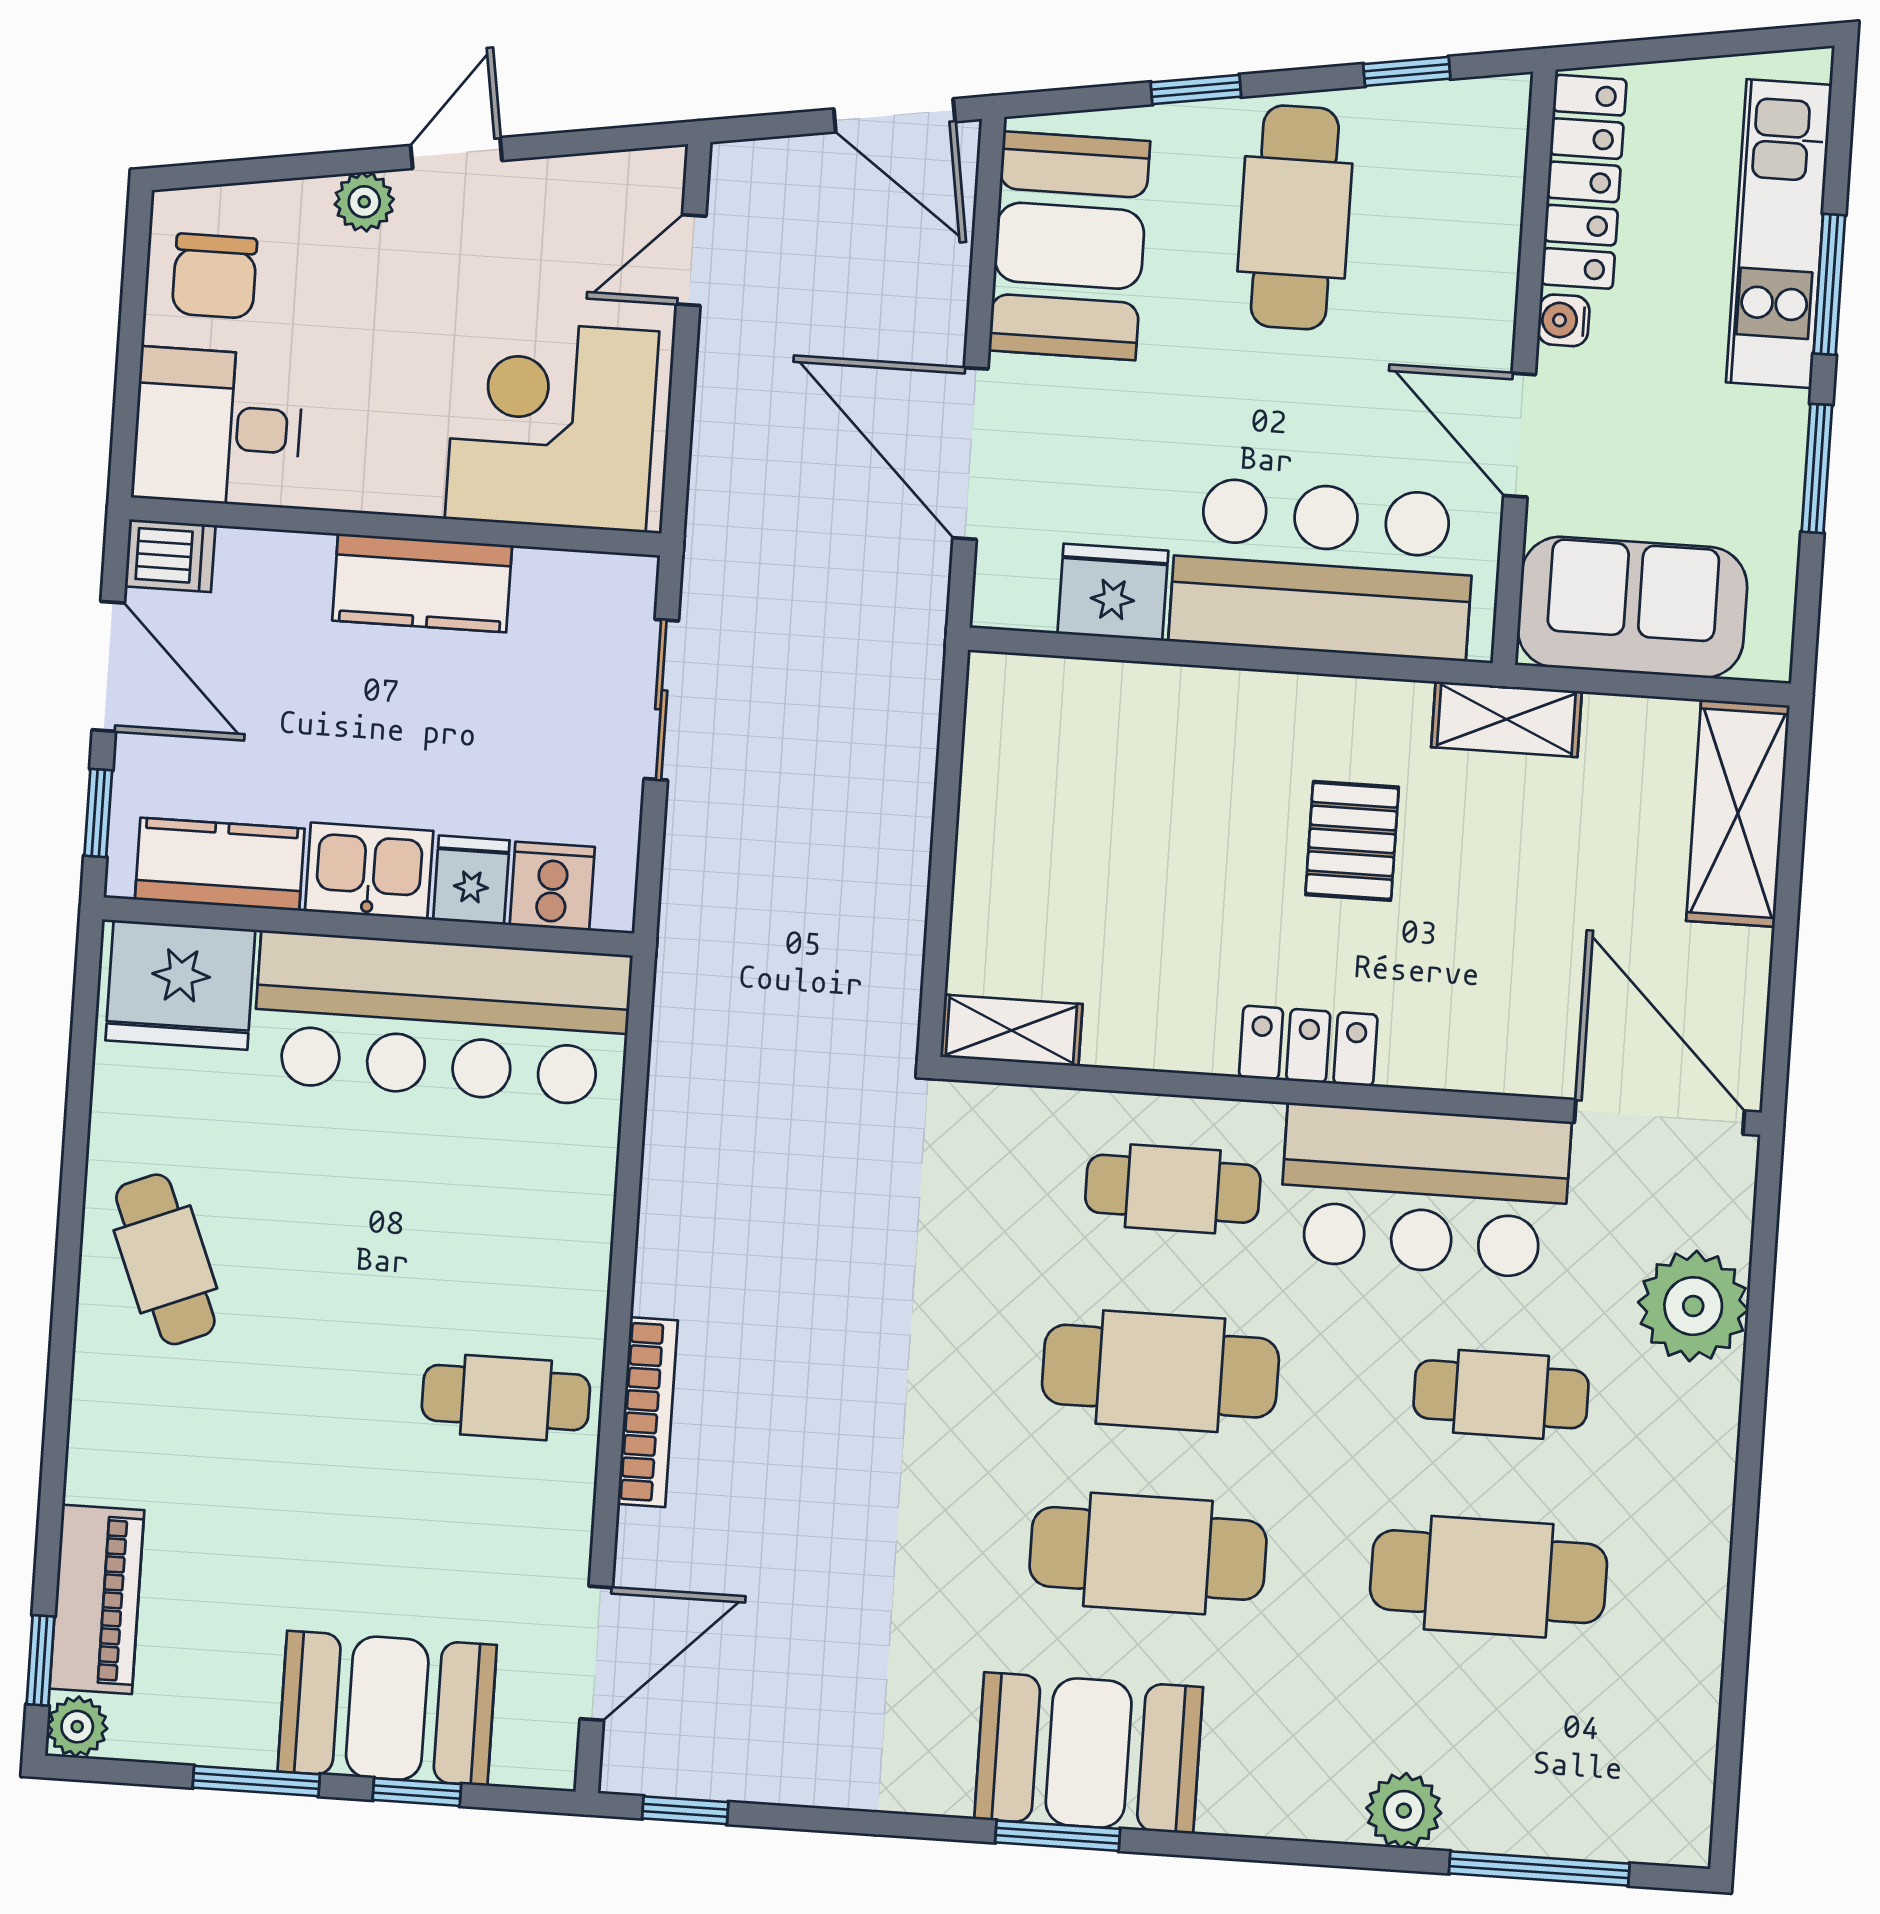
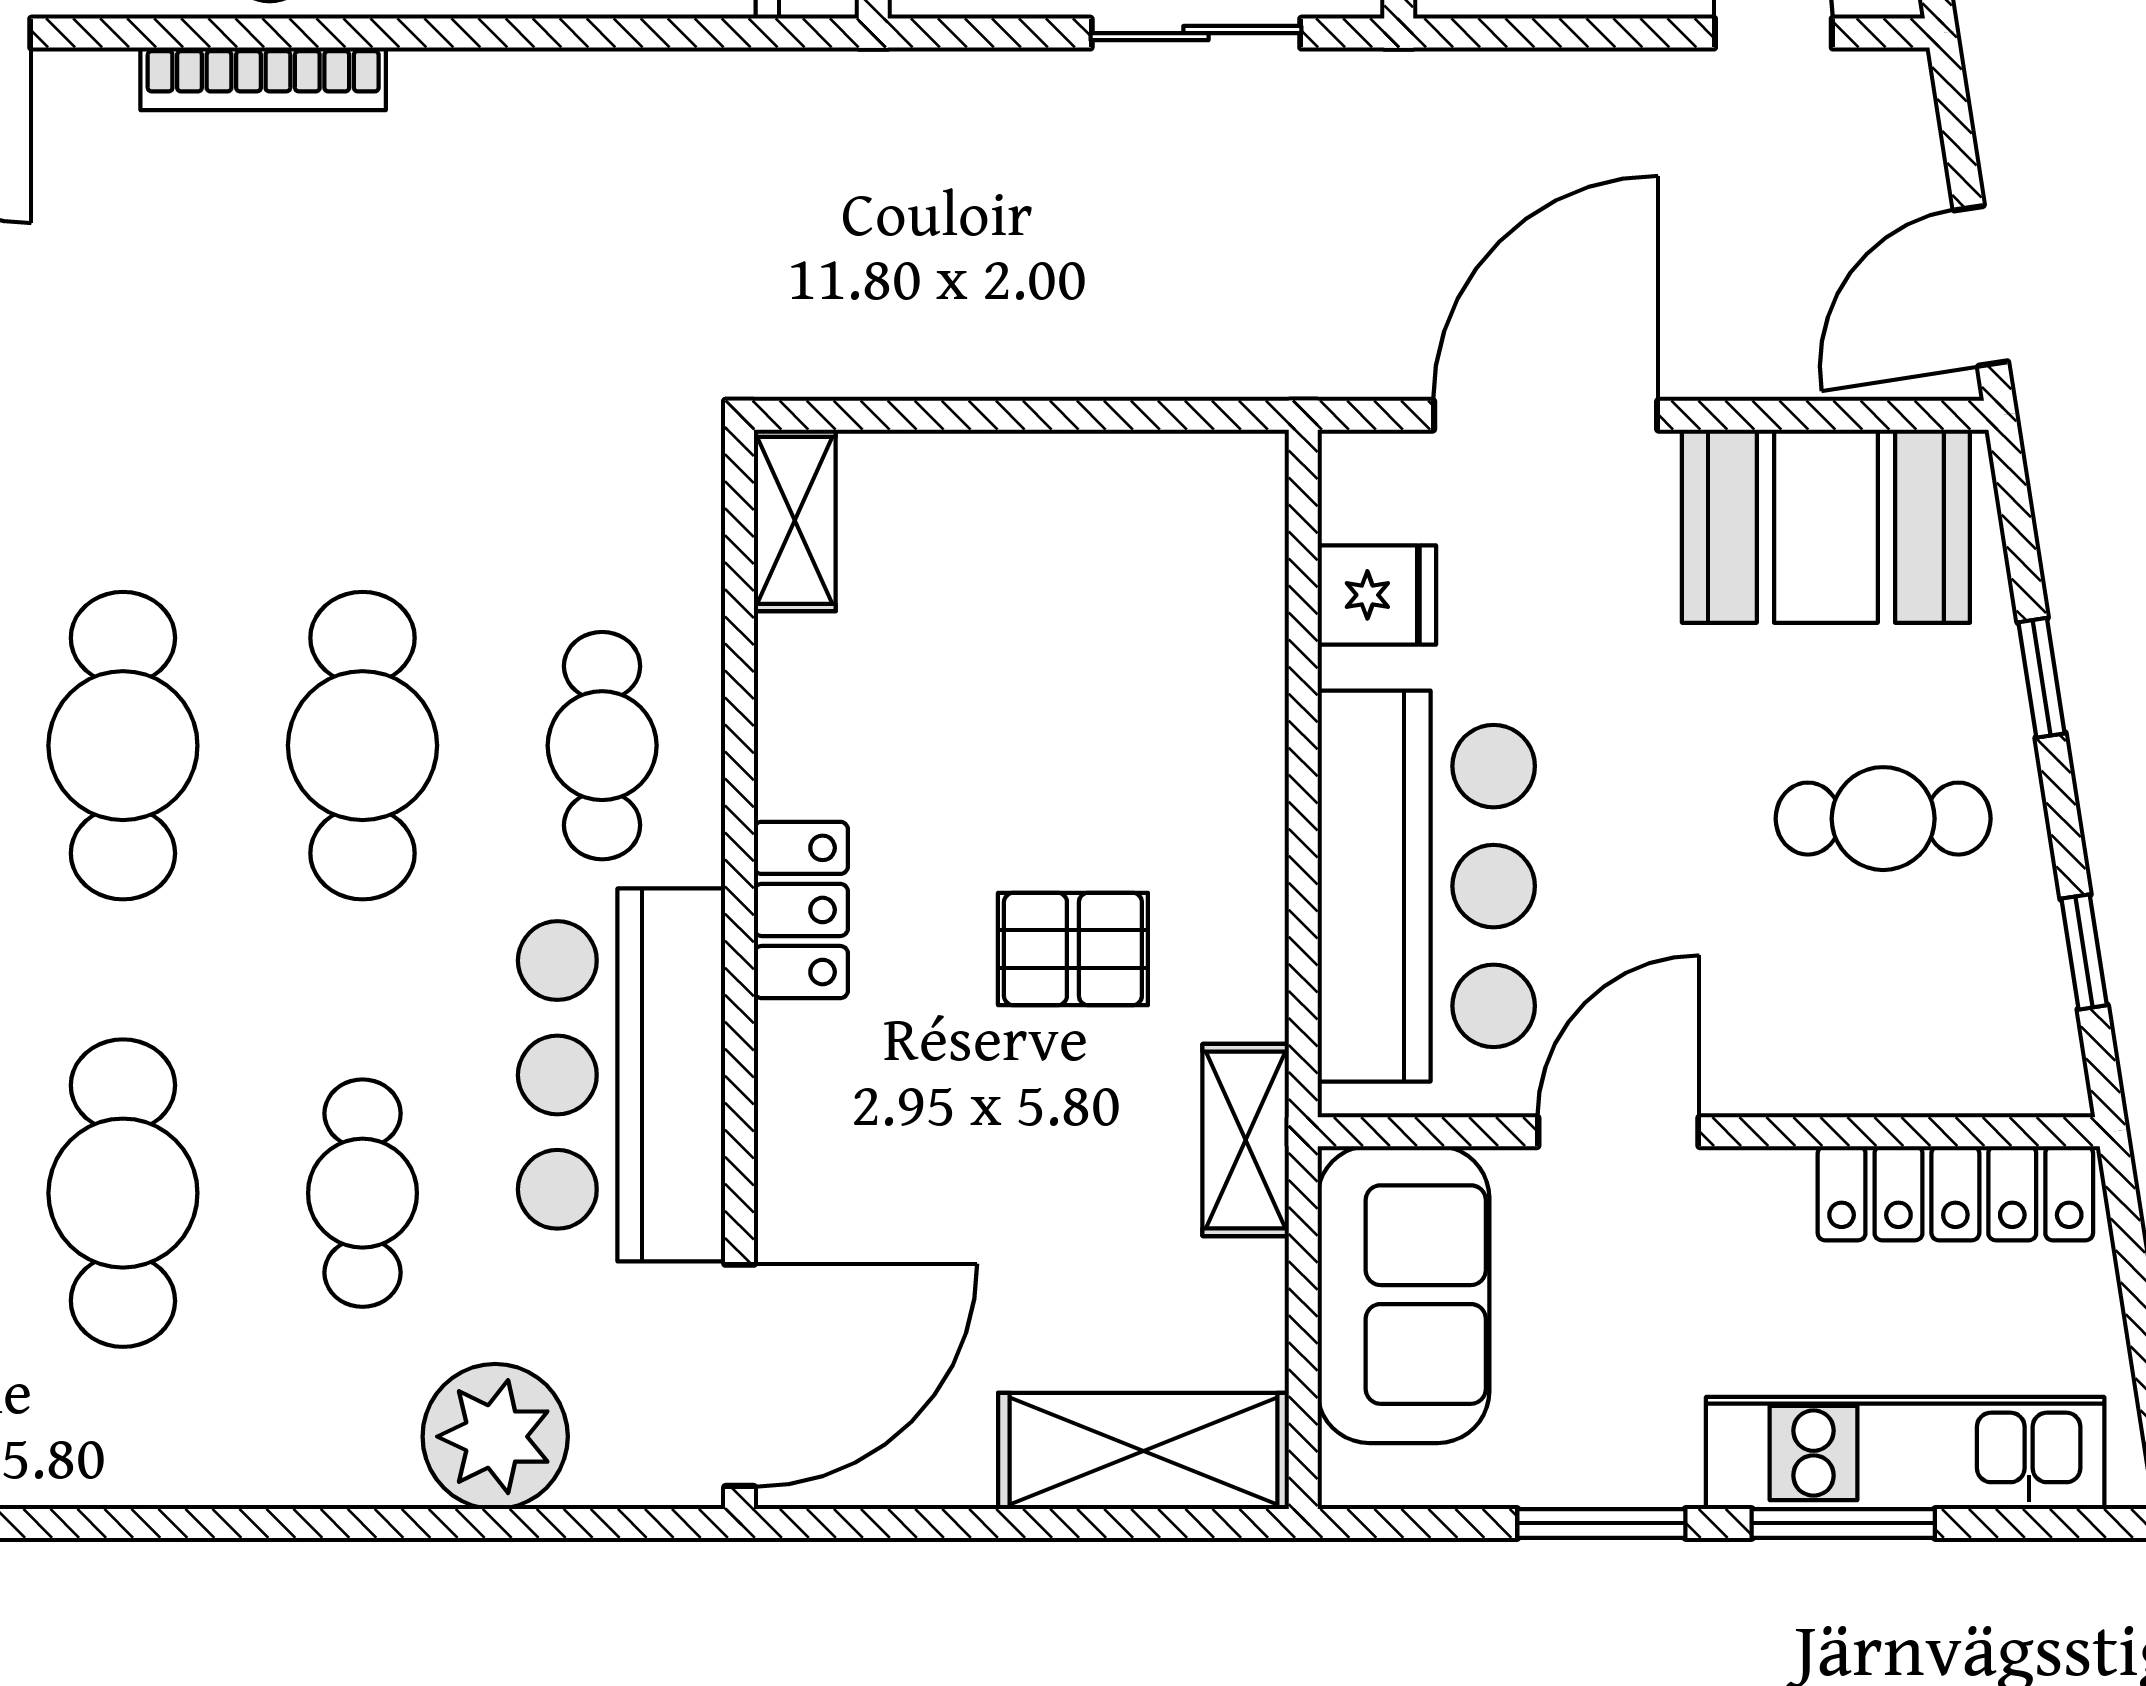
cafe table: (1295, 217) -> (1883, 819), width x0.73, depth x0.74
water cooler: (1564, 320) -> (1773, 1179), removed
fridge: (1113, 592) -> (1377, 595), width x0.72

